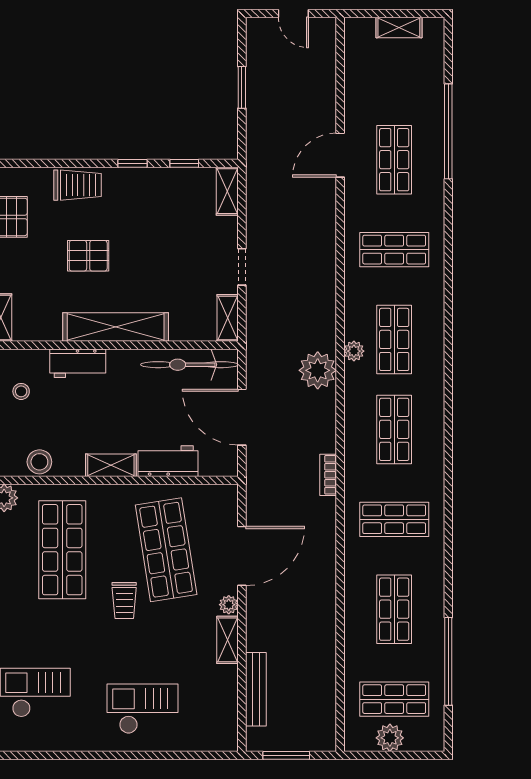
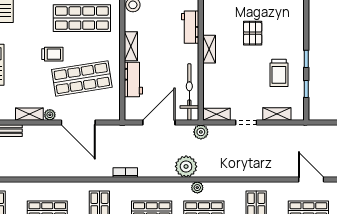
trolley: (78, 185) -> (279, 73), moved
shelving: (227, 191) -> (277, 114), moved
shelving: (116, 327) -> (209, 49), width x0.45, depth x0.75
plant: (258, 345) -> (201, 132), added
trolley: (124, 600) -> (52, 54), turned 180

